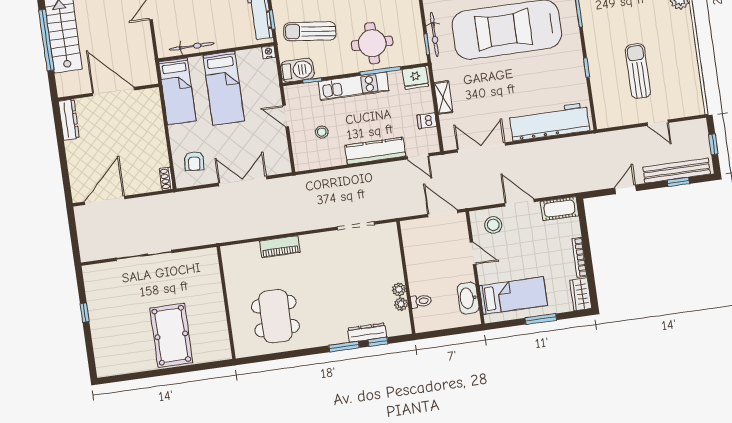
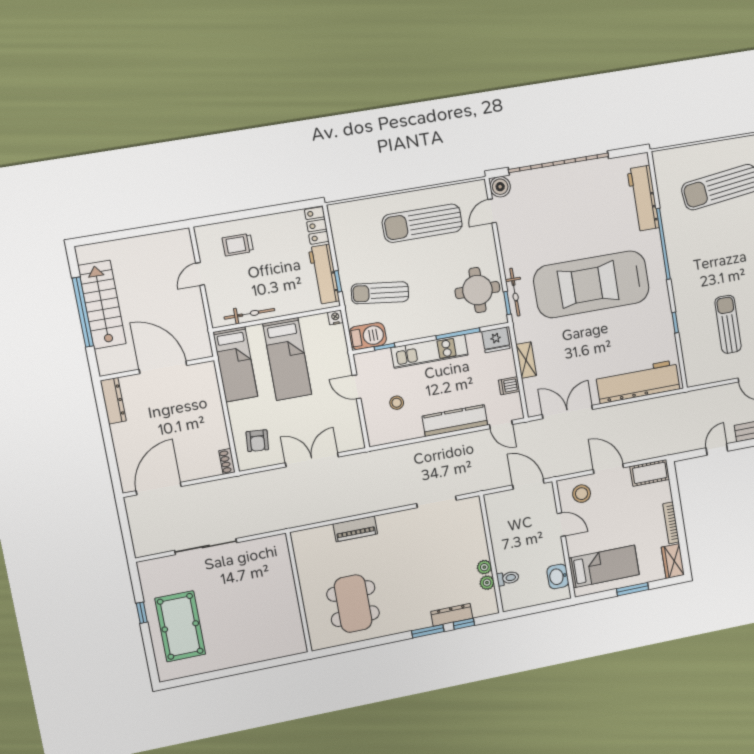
round table: (372, 43) -> (477, 290), moved
washbasin: (468, 298) -> (558, 576), width x0.72
pool table: (171, 335) -> (180, 626), moved

